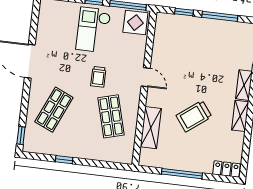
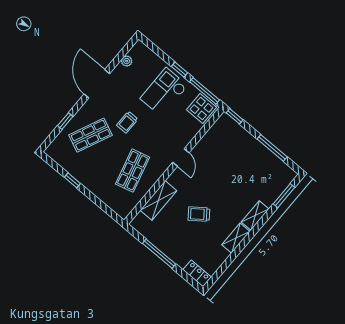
window: (184, 12) -> (235, 116), moved
plant: (43, 24) -> (127, 61), added
trolley: (98, 77) -> (127, 122), moved
trolley: (194, 116) -> (199, 214), width x0.73, depth x0.72
window: (21, 136) -> (65, 121), moved

